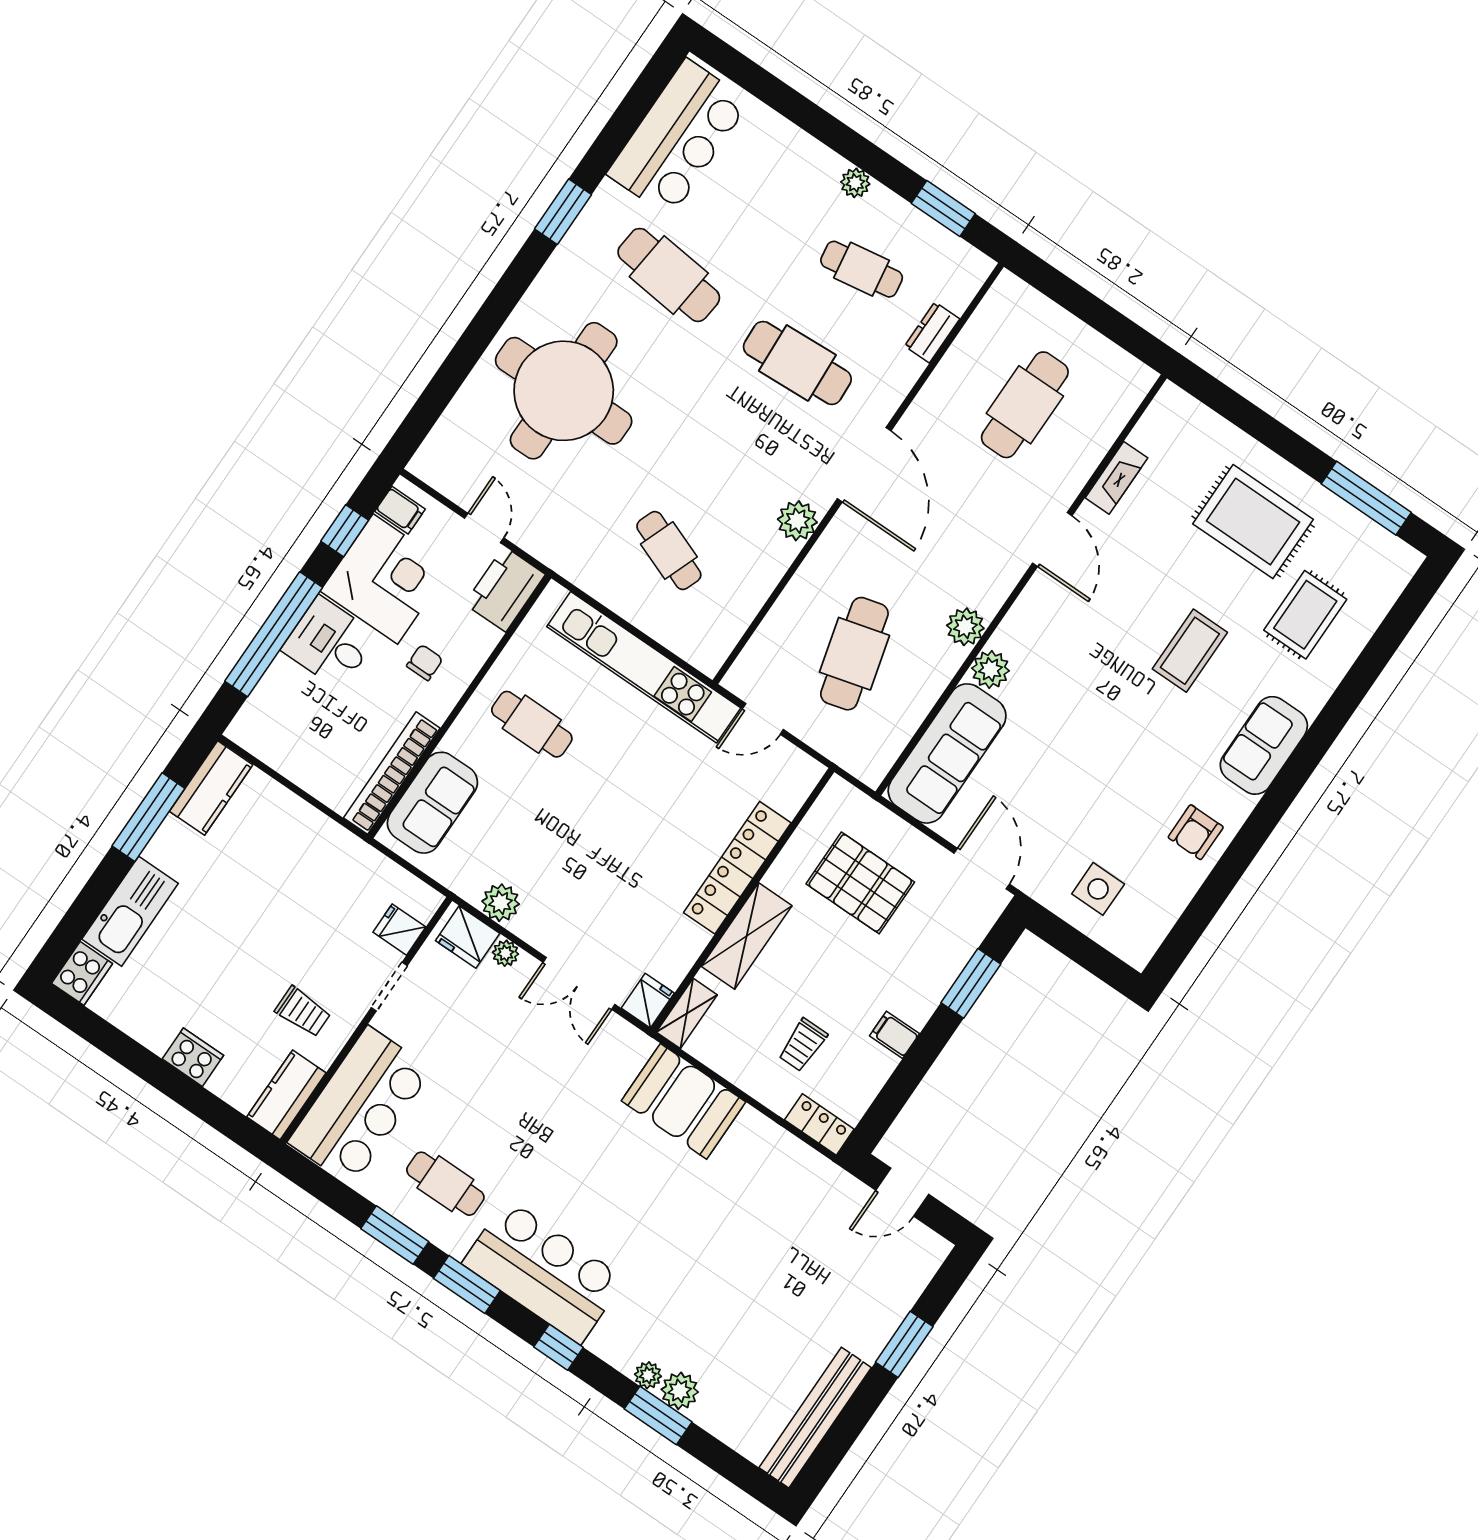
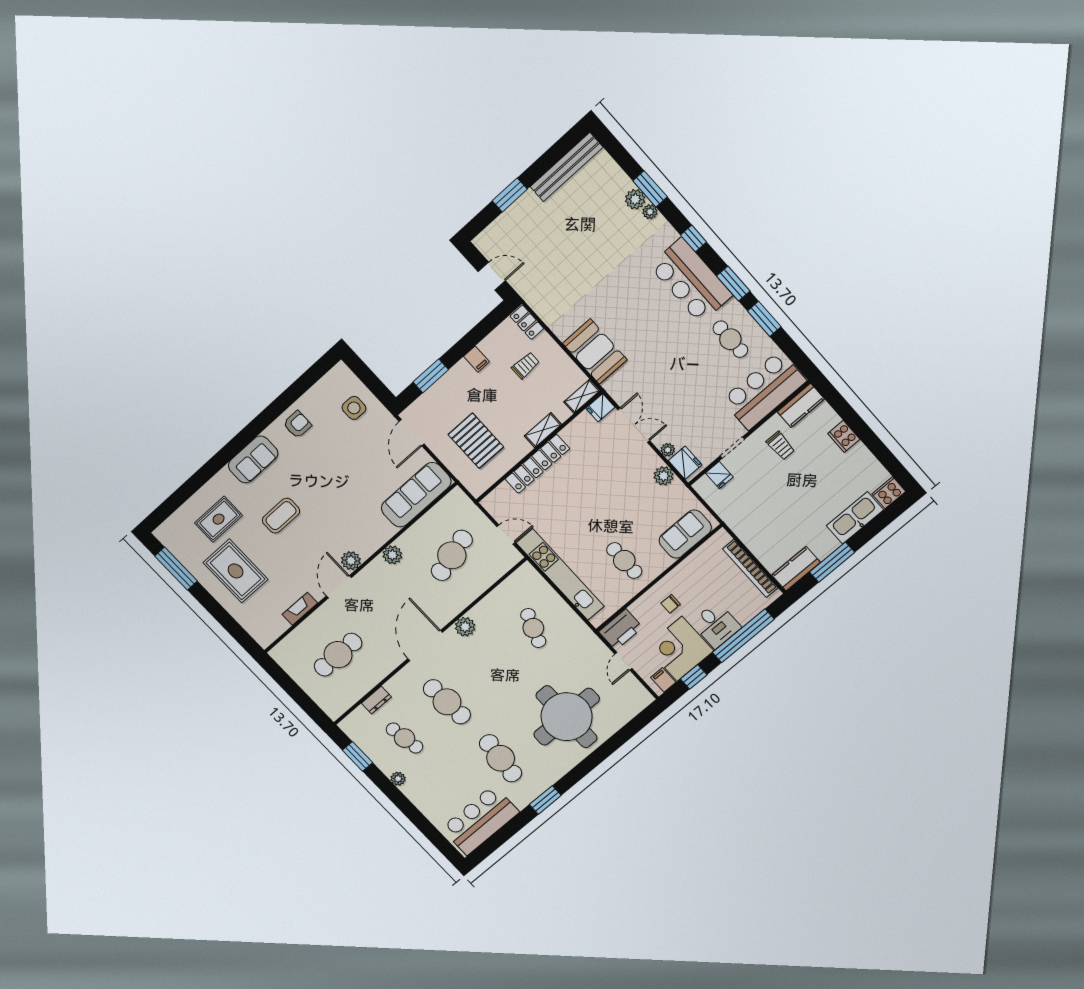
plant: (990, 669) -> (351, 561), moved
bookcase: (392, 773) -> (750, 568), moved, turned 90
shelving: (747, 936) -> (543, 430), width x0.67, depth x0.75
trolley: (303, 1012) -> (780, 446), turned 180

